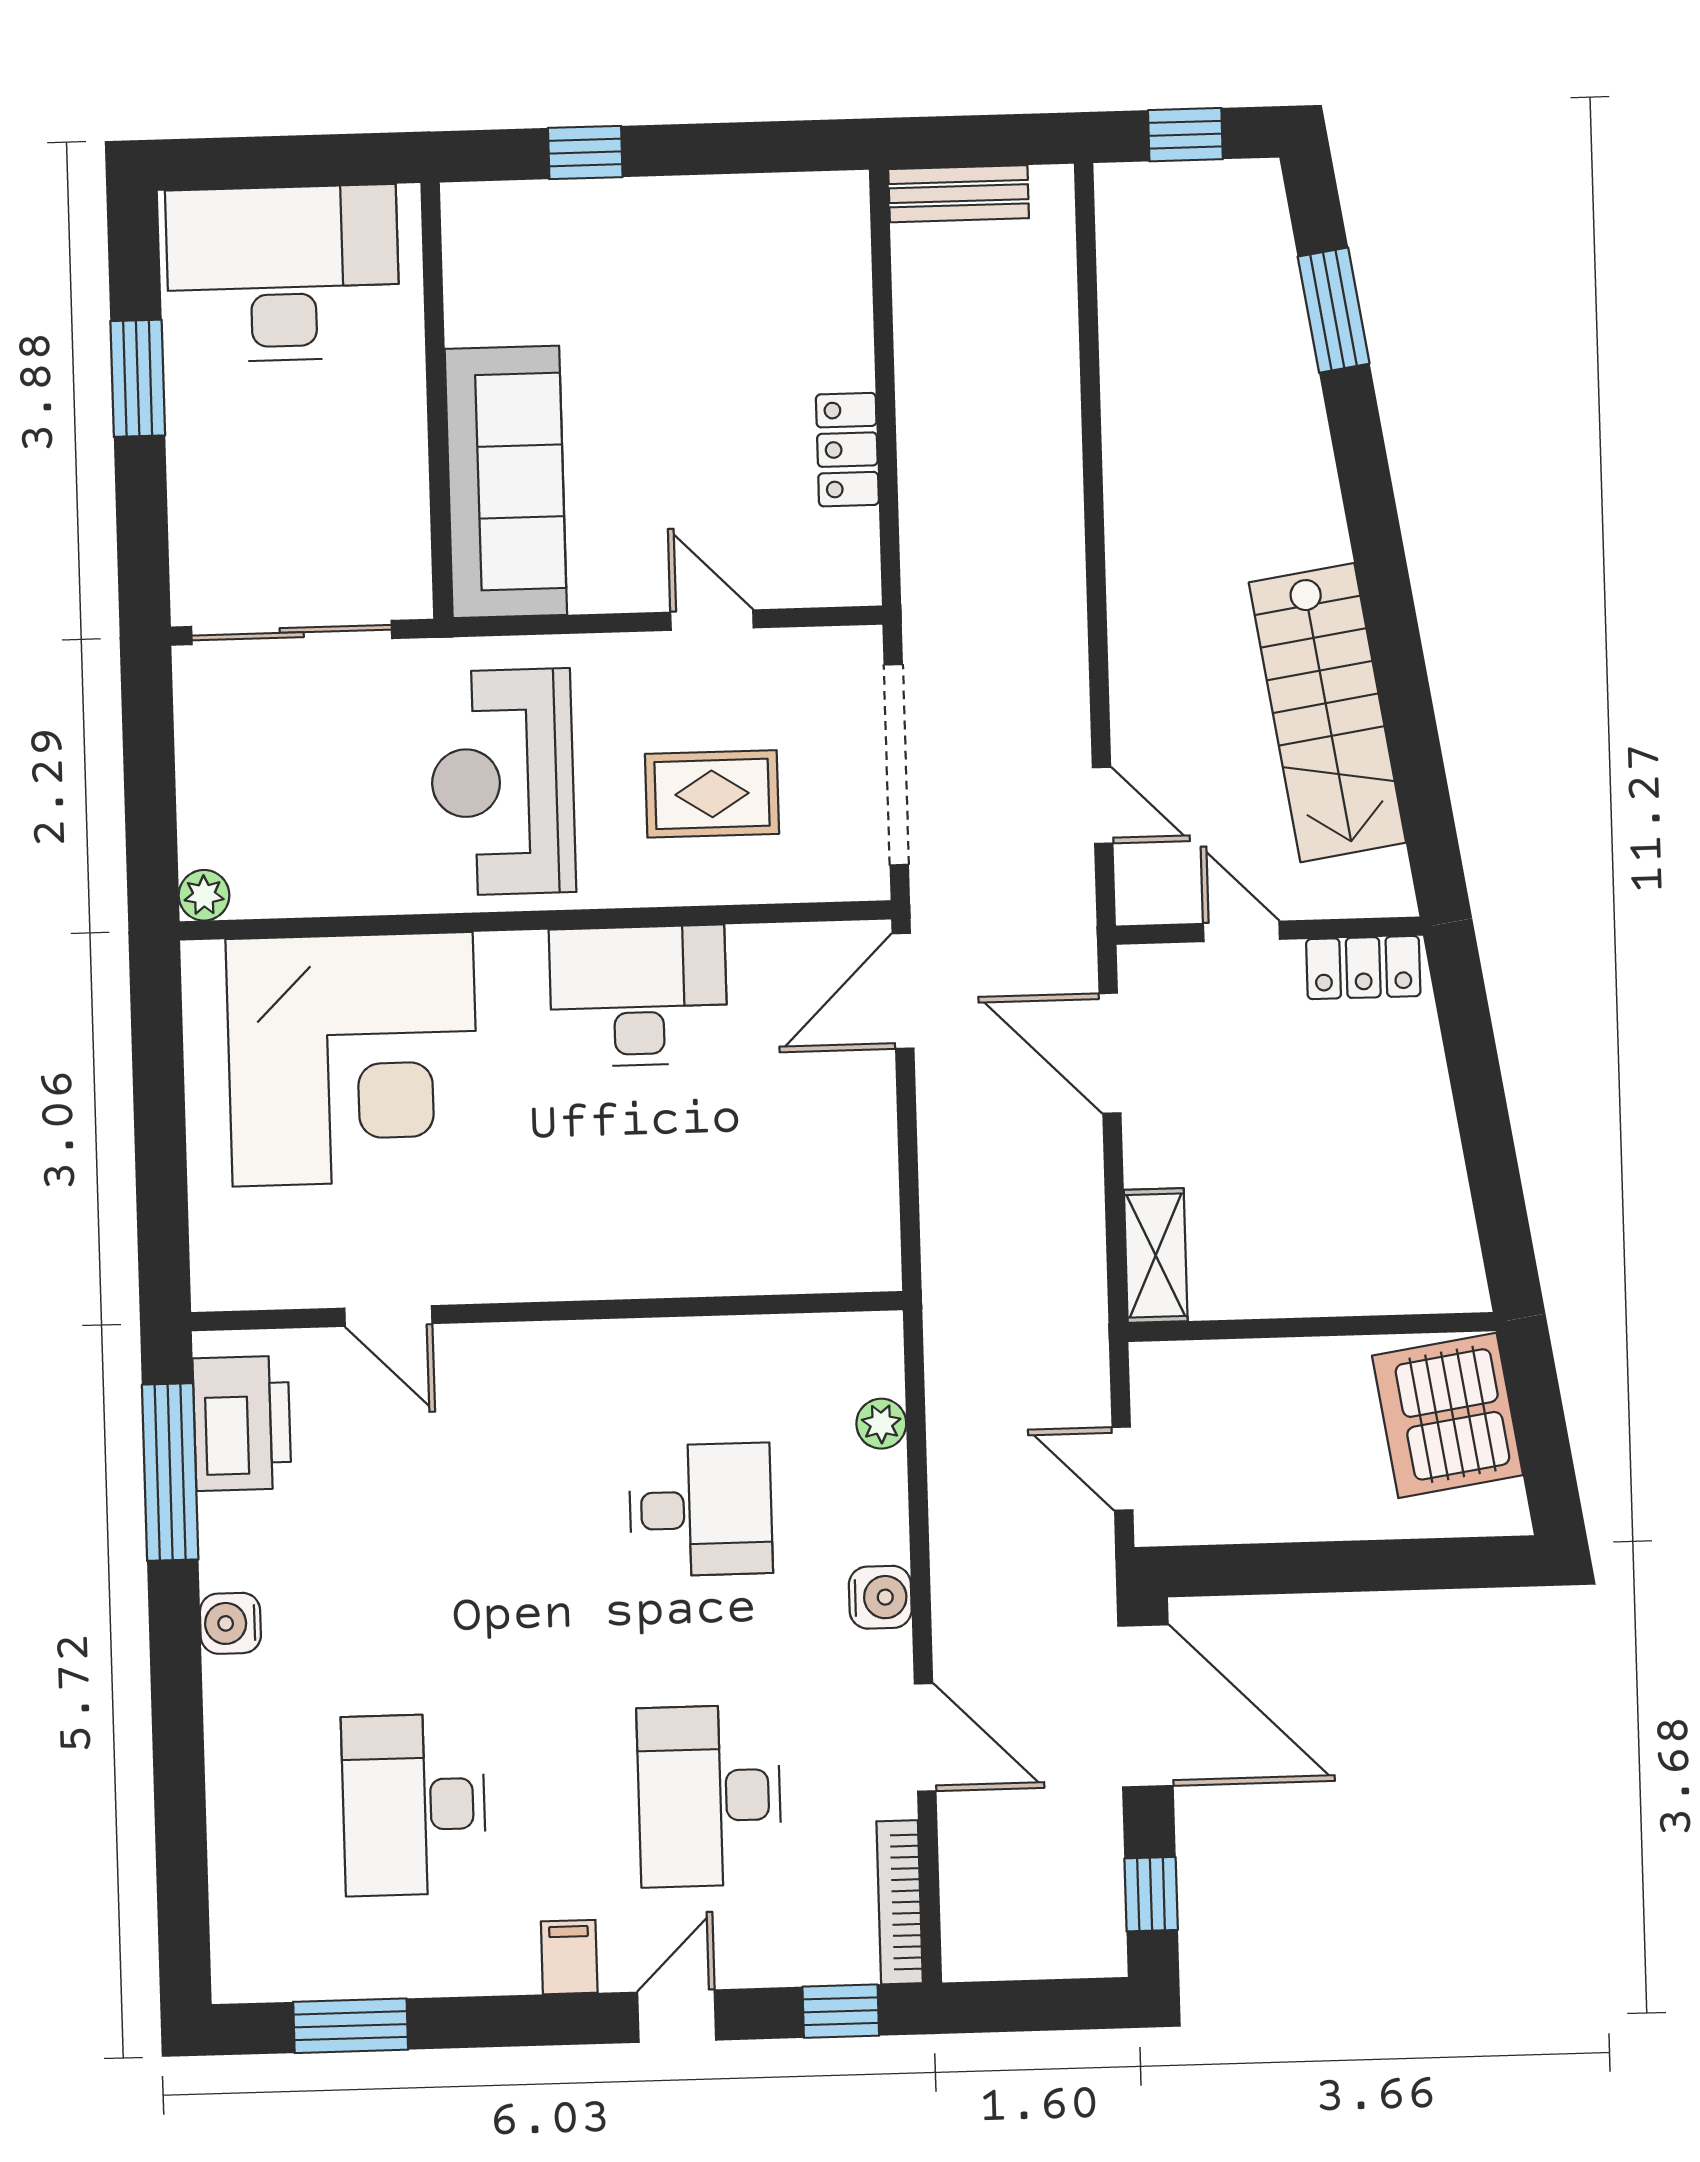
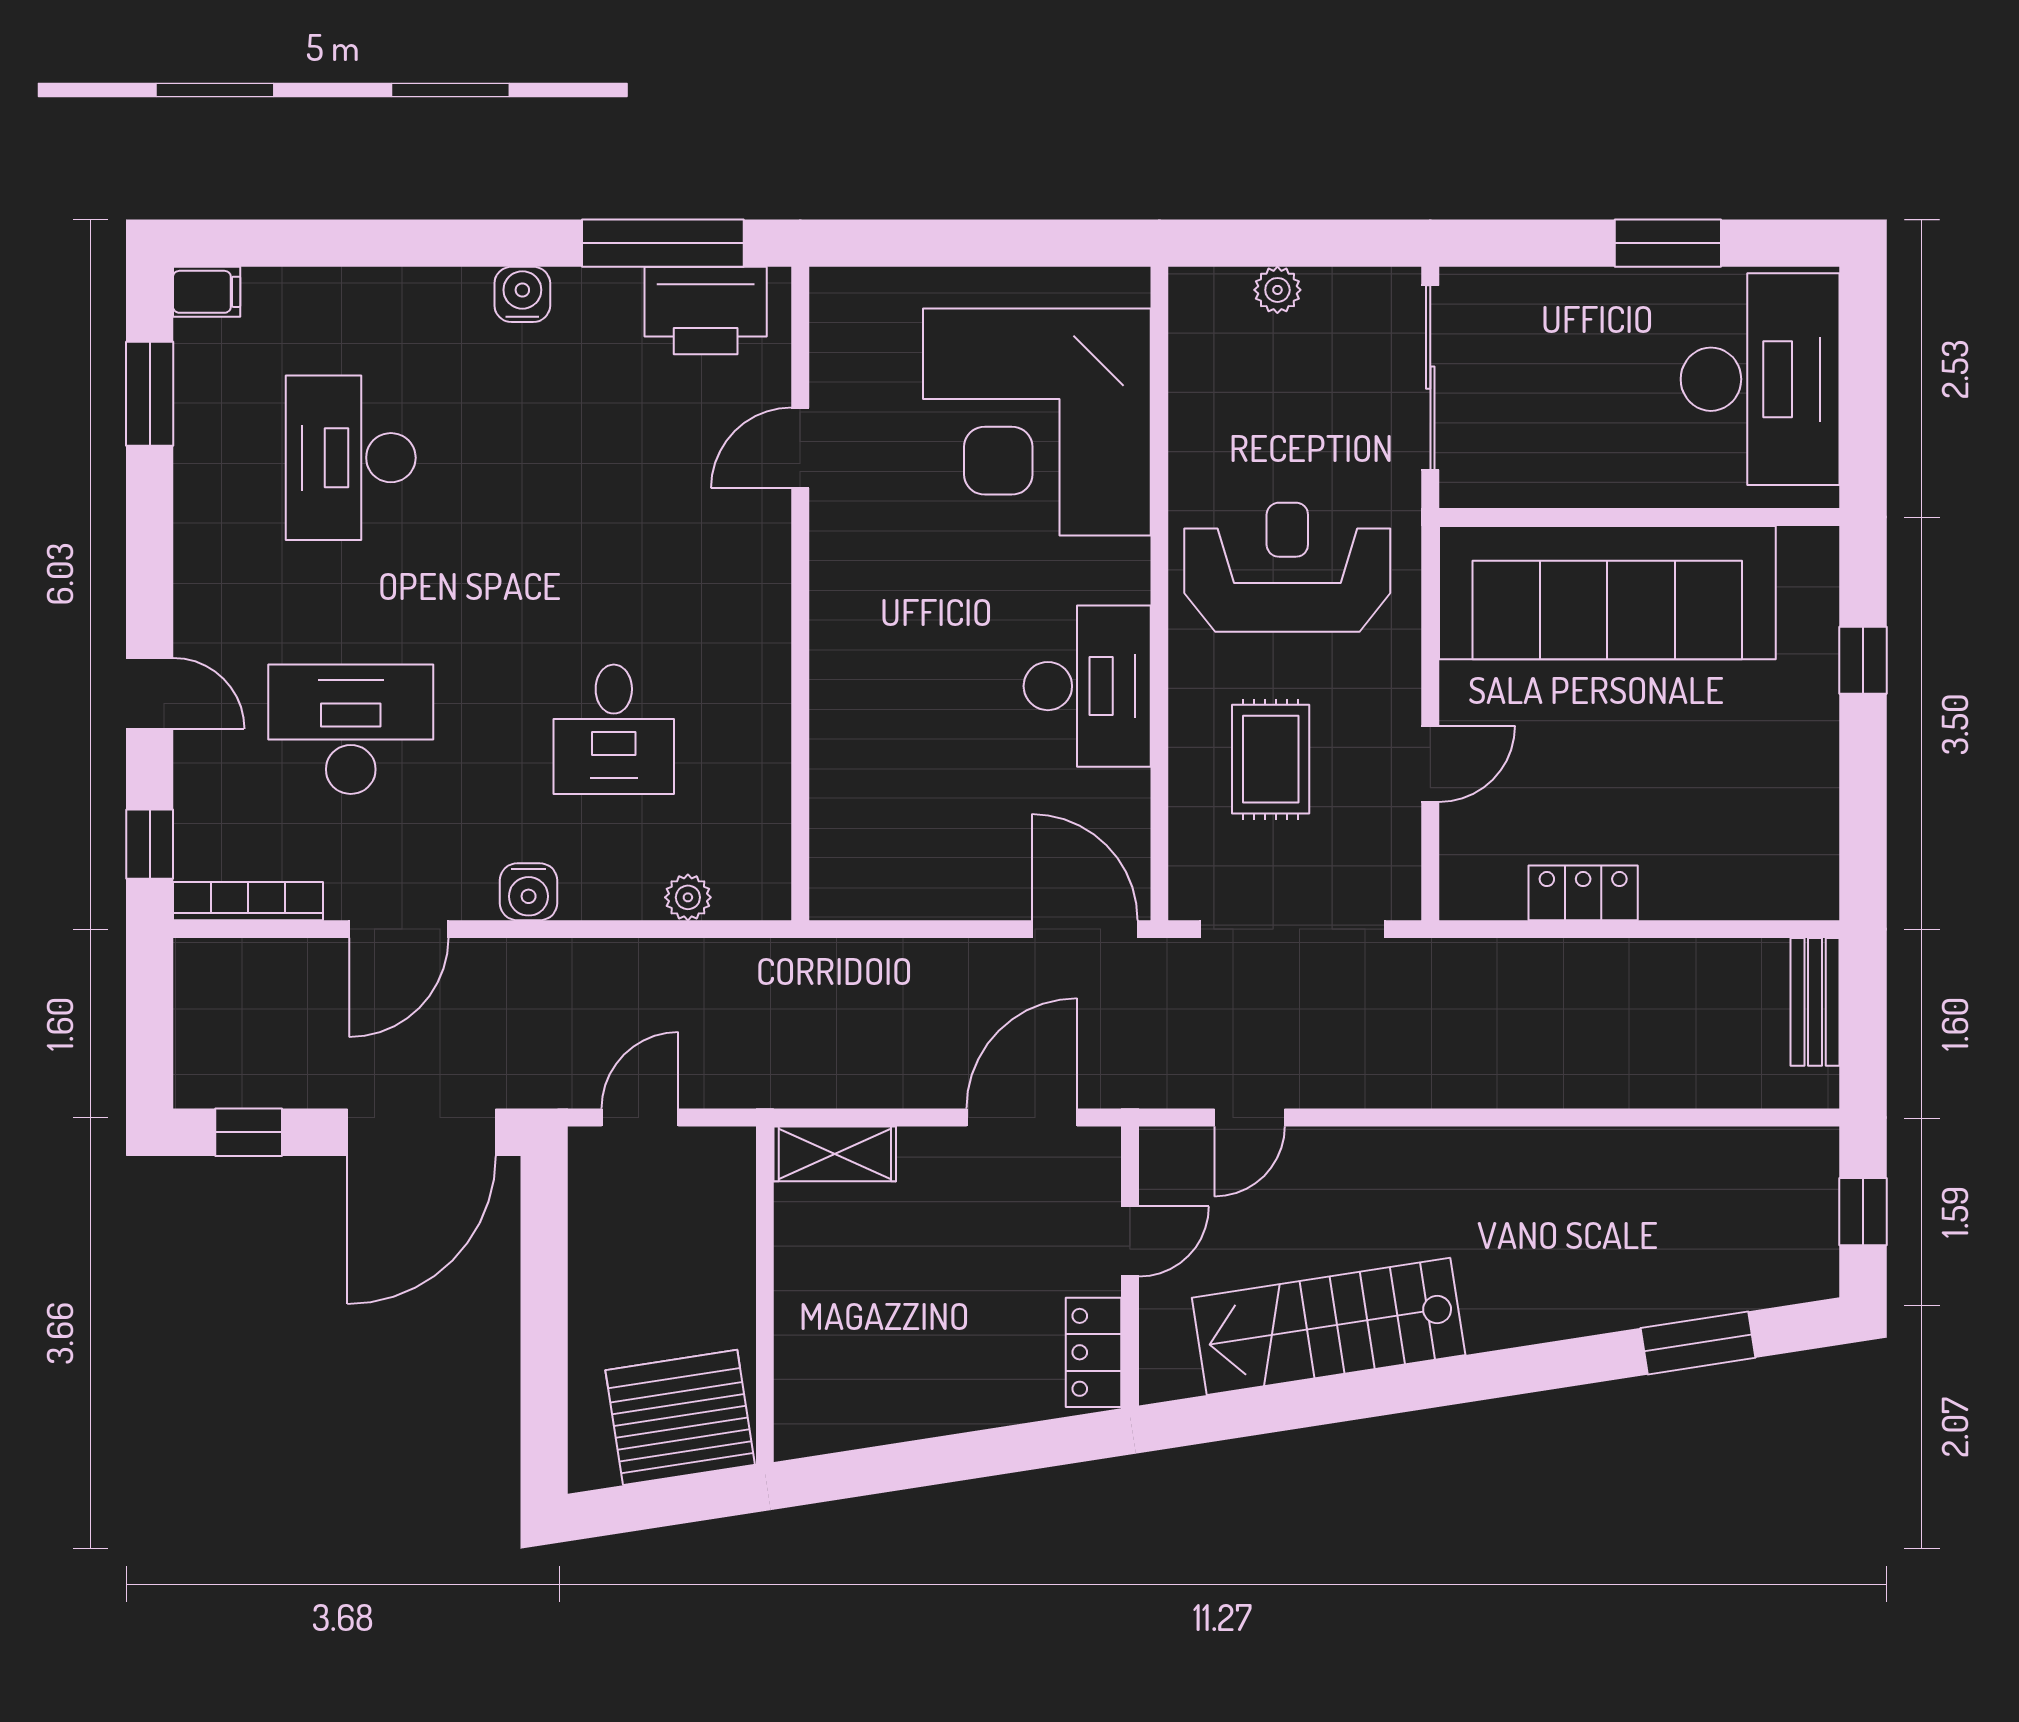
sofa: (506, 482) -> (1607, 593), width x1.36, depth x1.27
plant: (204, 895) -> (1277, 290), moved
desk: (414, 1805) -> (351, 458), turned -90
filing cabinet: (569, 1957) -> (207, 292), moved

